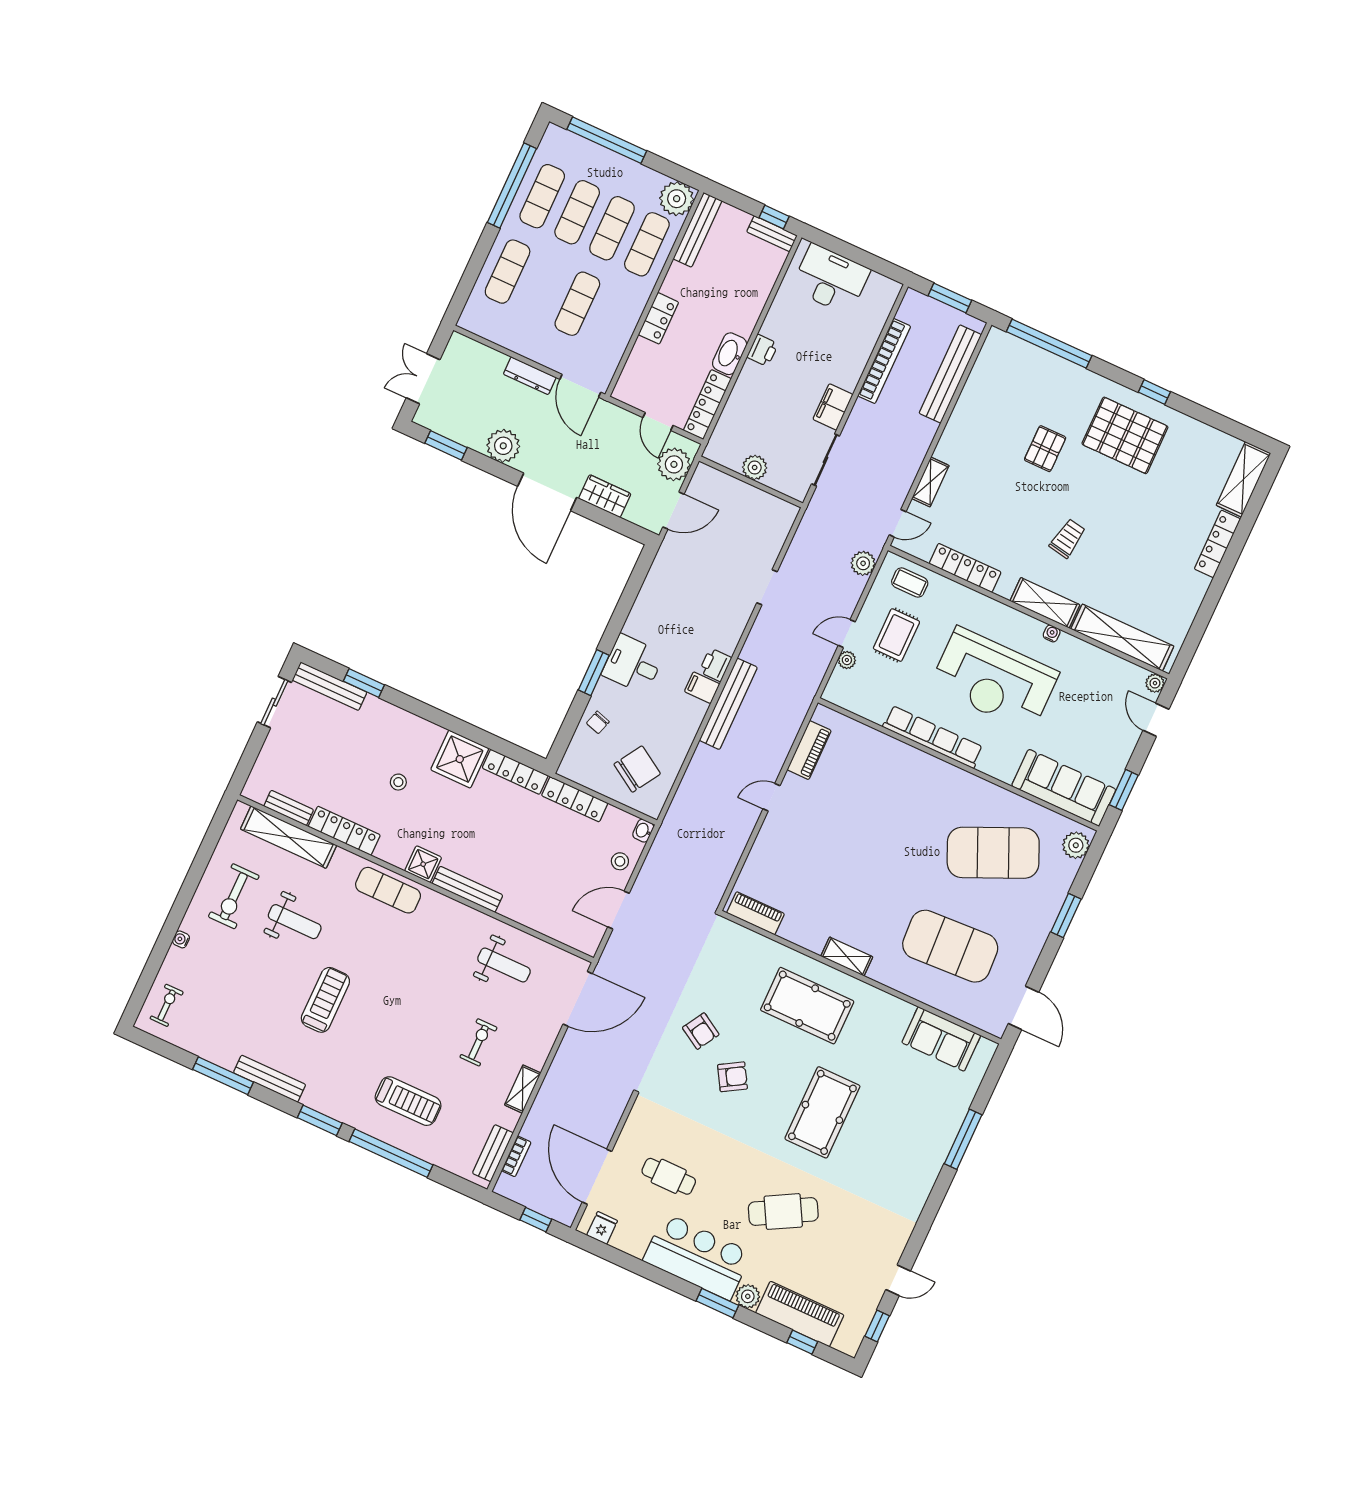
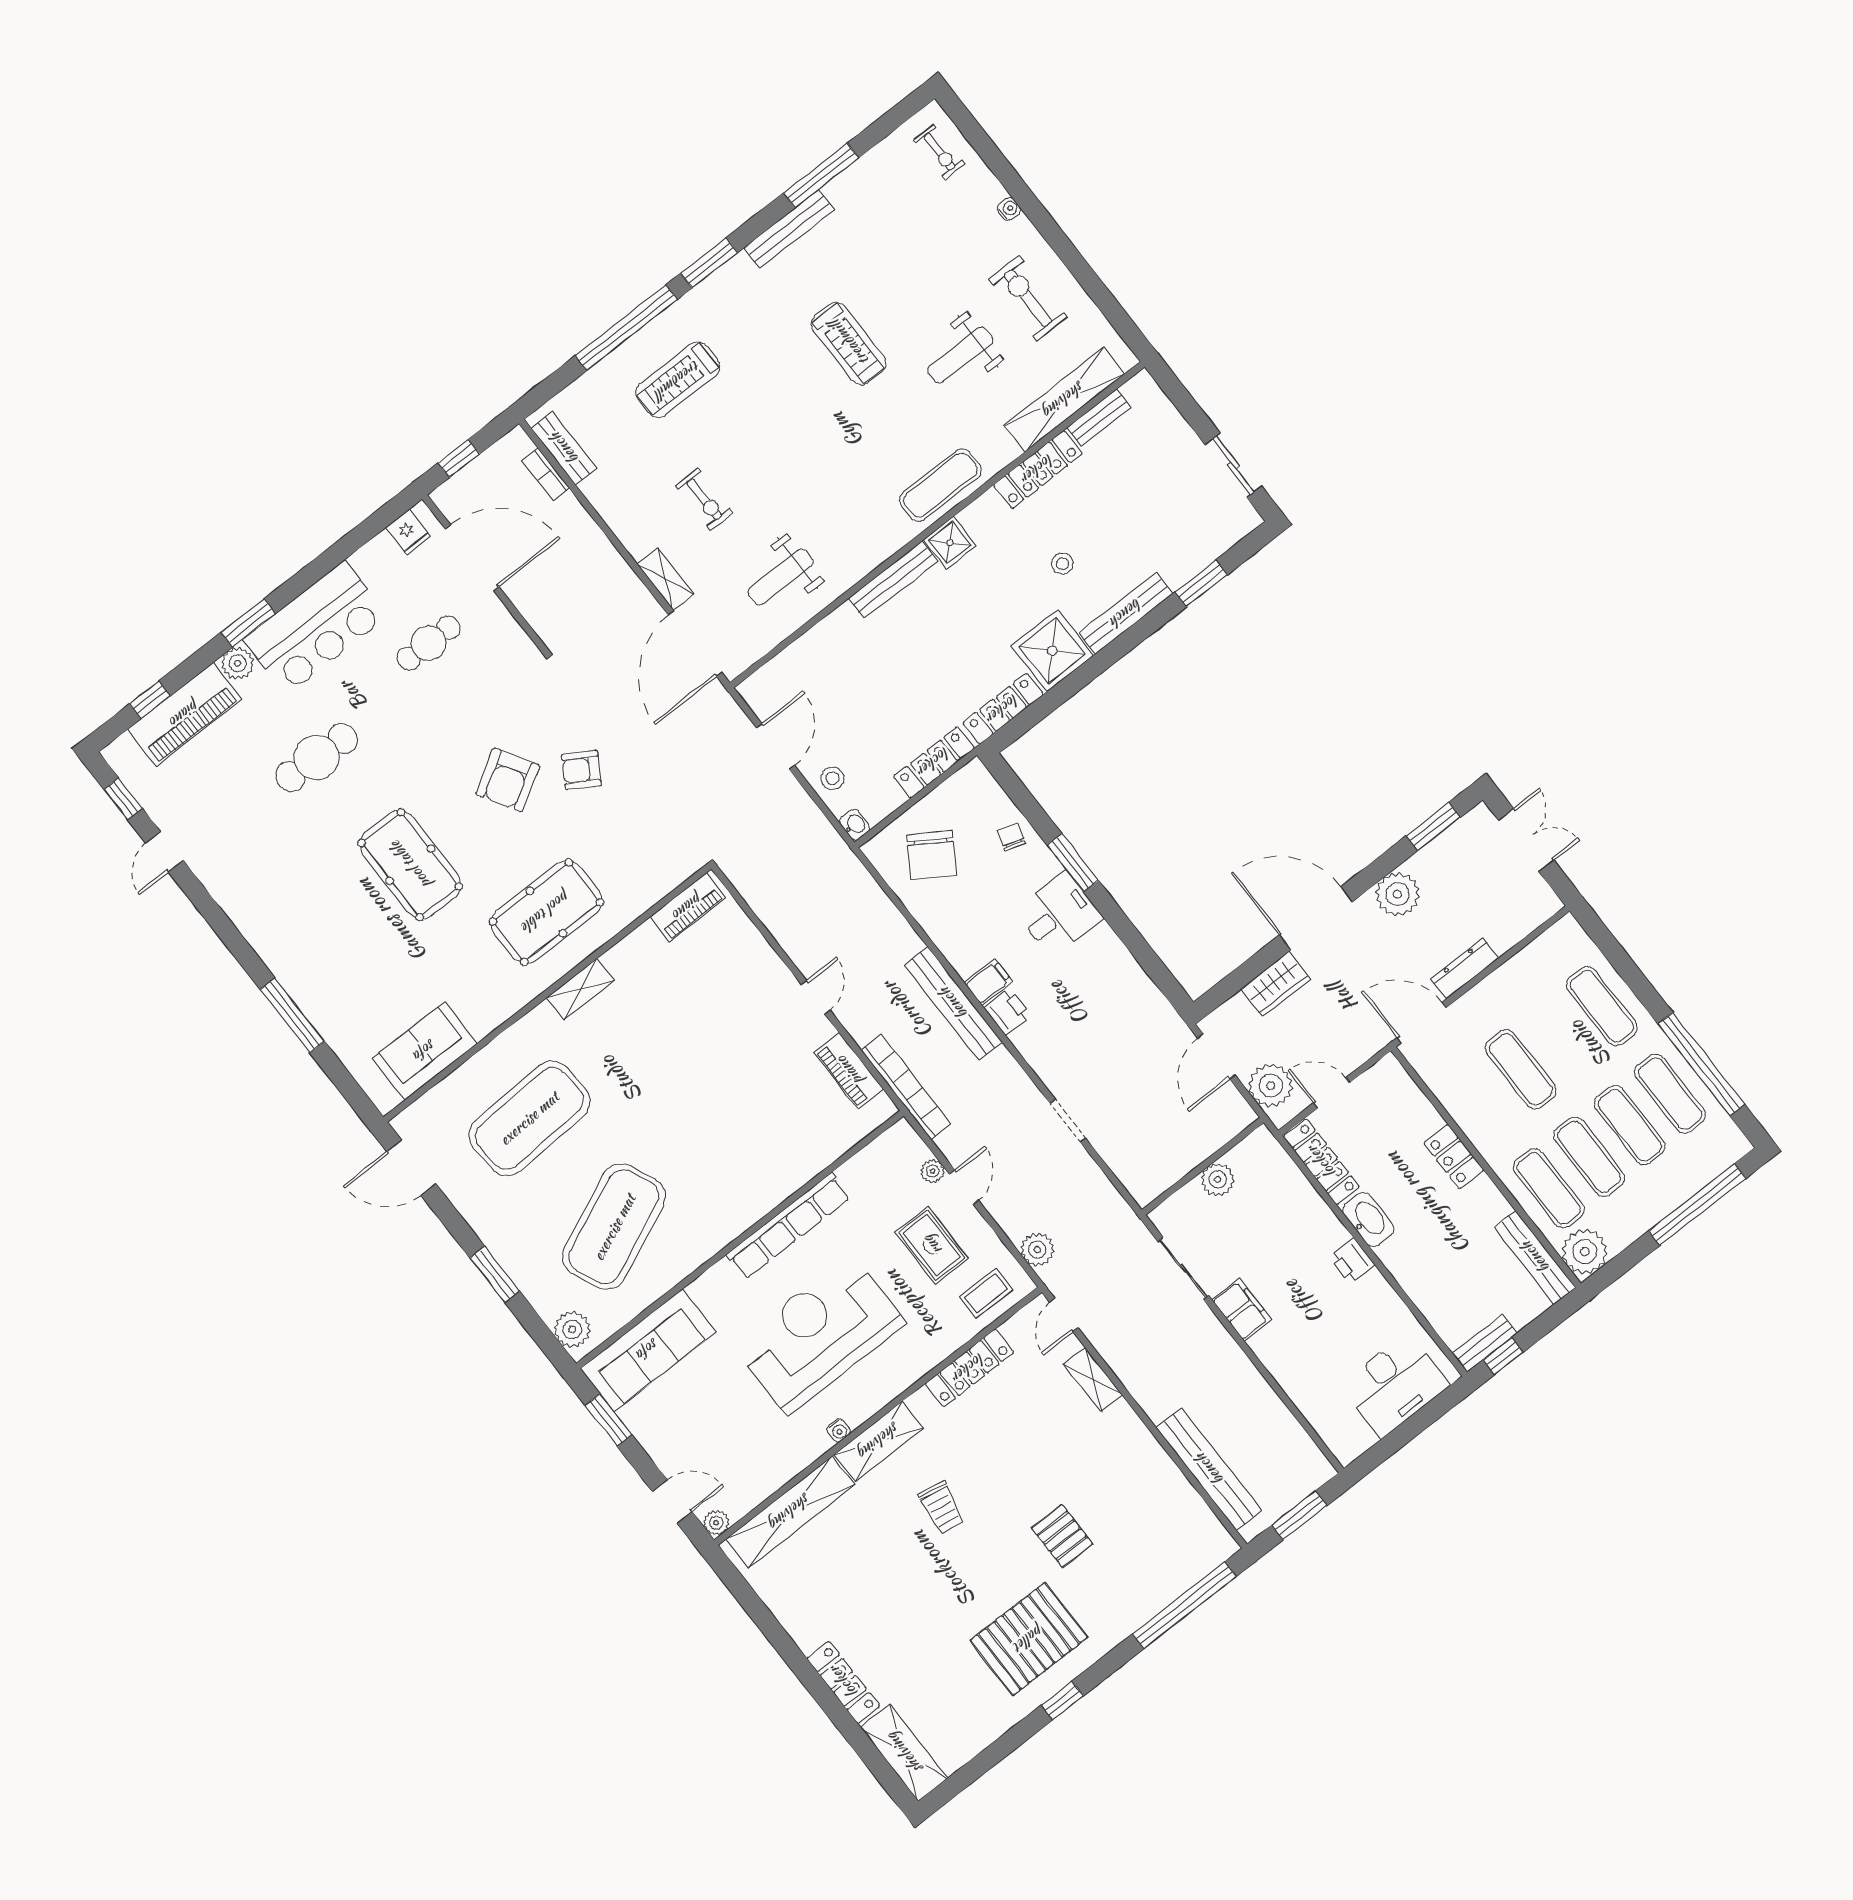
bookcase: (884, 361) -> (906, 1087), moved, turned 180
bench: (330, 686) -> (1126, 613), moved
armchair: (733, 1077) -> (508, 780), width x1.38, depth x1.38
shelving: (523, 1089) -> (665, 579), moved
cafe table: (783, 1212) -> (317, 757), turned 31

